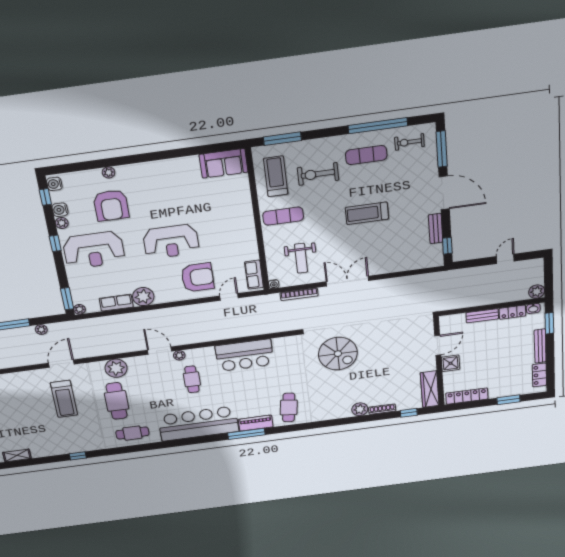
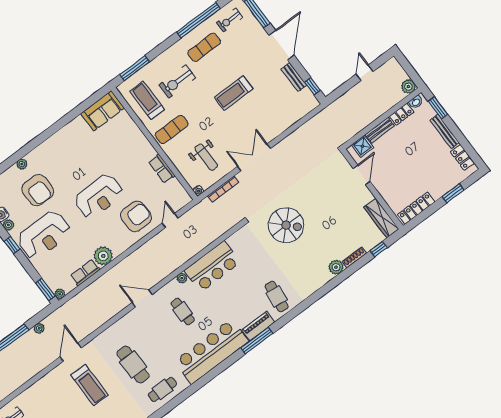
door: (444, 193) -> (282, 45), hinge flipped
row of seats: (254, 275) -> (162, 169), moved
plant: (179, 355) -> (182, 278), moved
shower: (451, 363) -> (362, 146), moved
plant: (116, 368) -> (116, 333), removed

